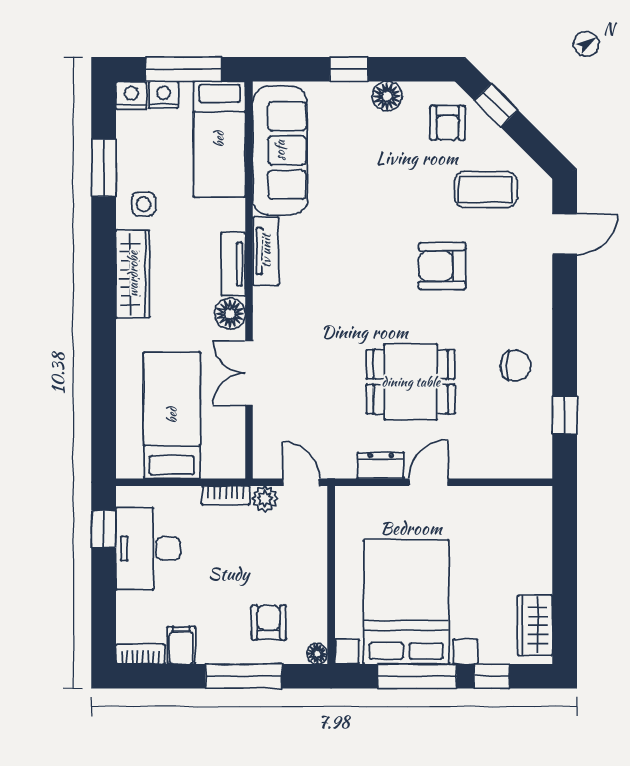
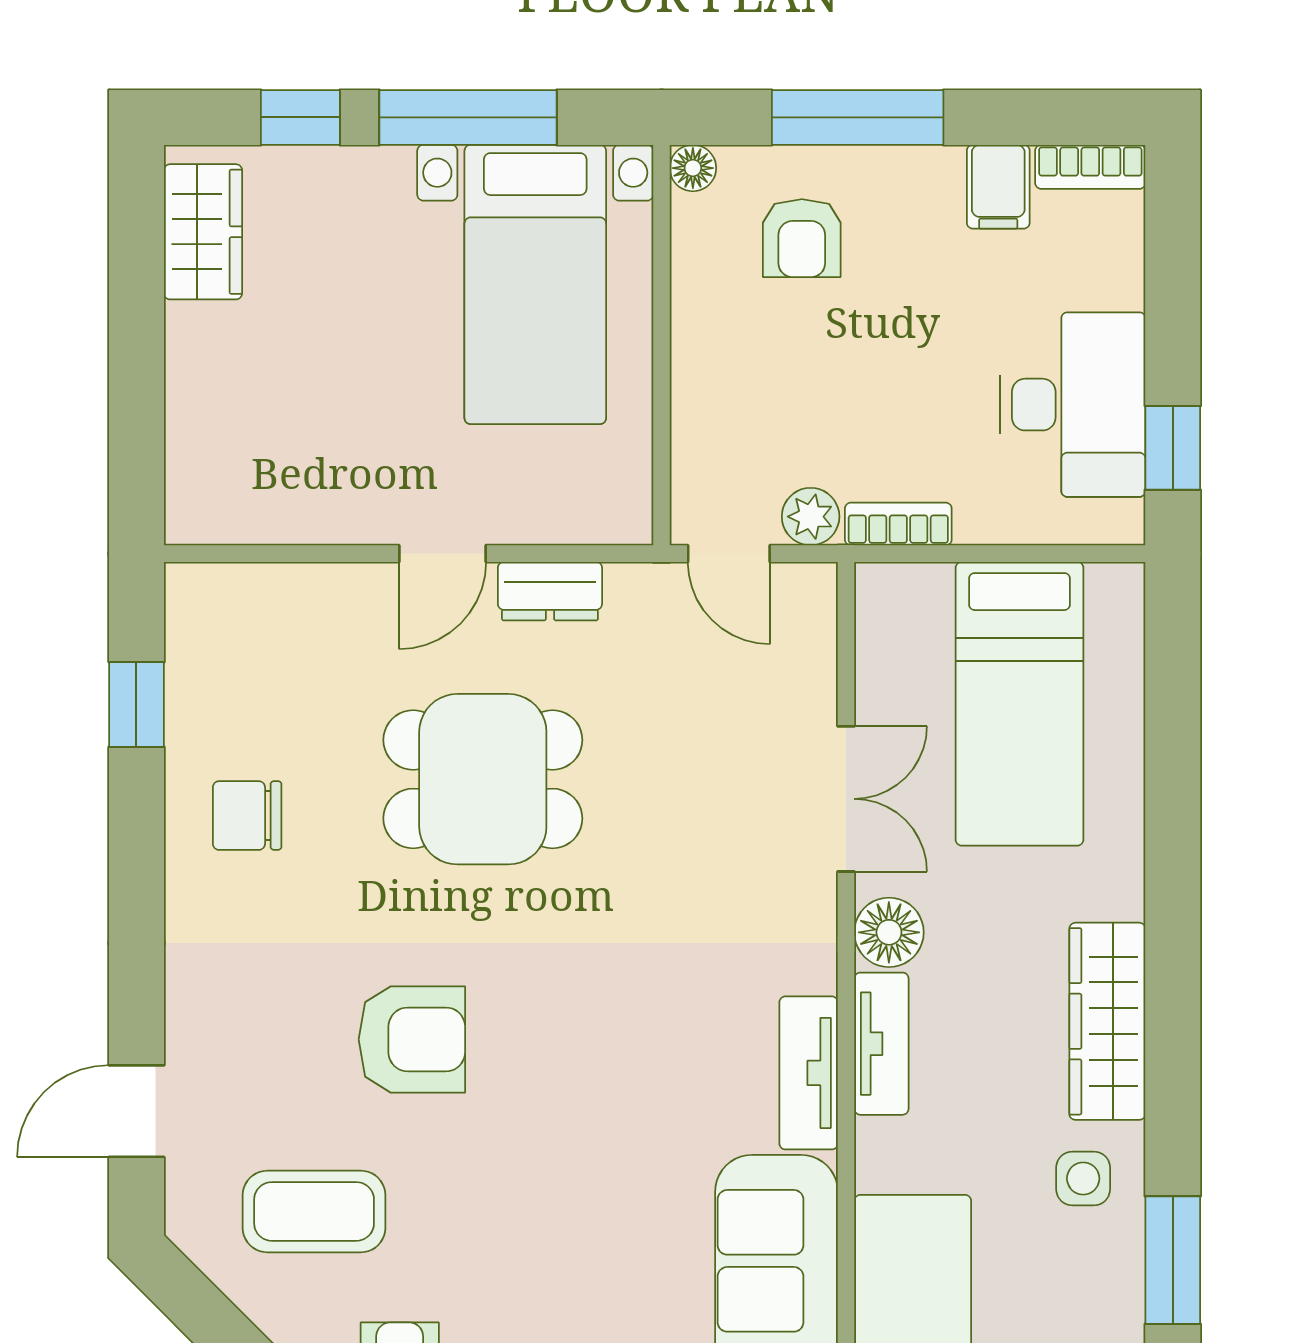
bed with nightstands: (406, 602) -> (535, 284), width x0.73

